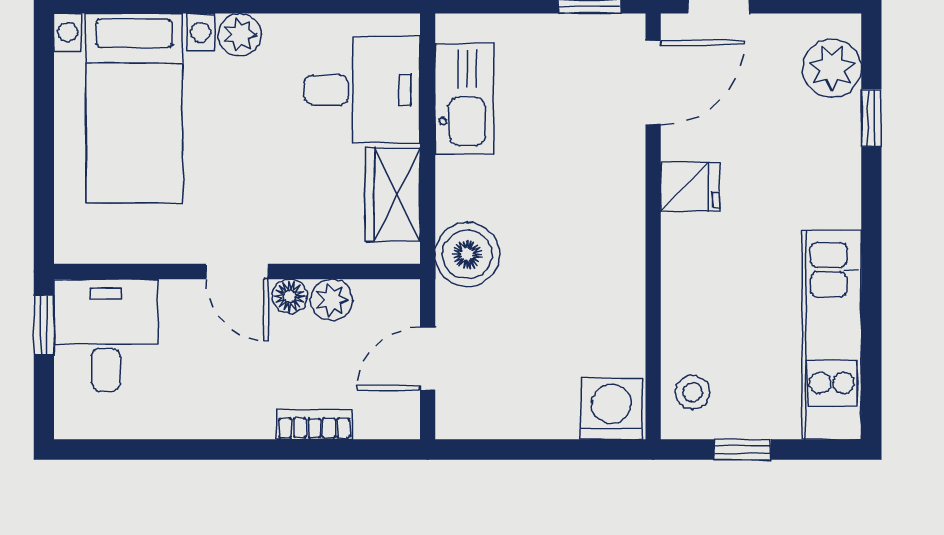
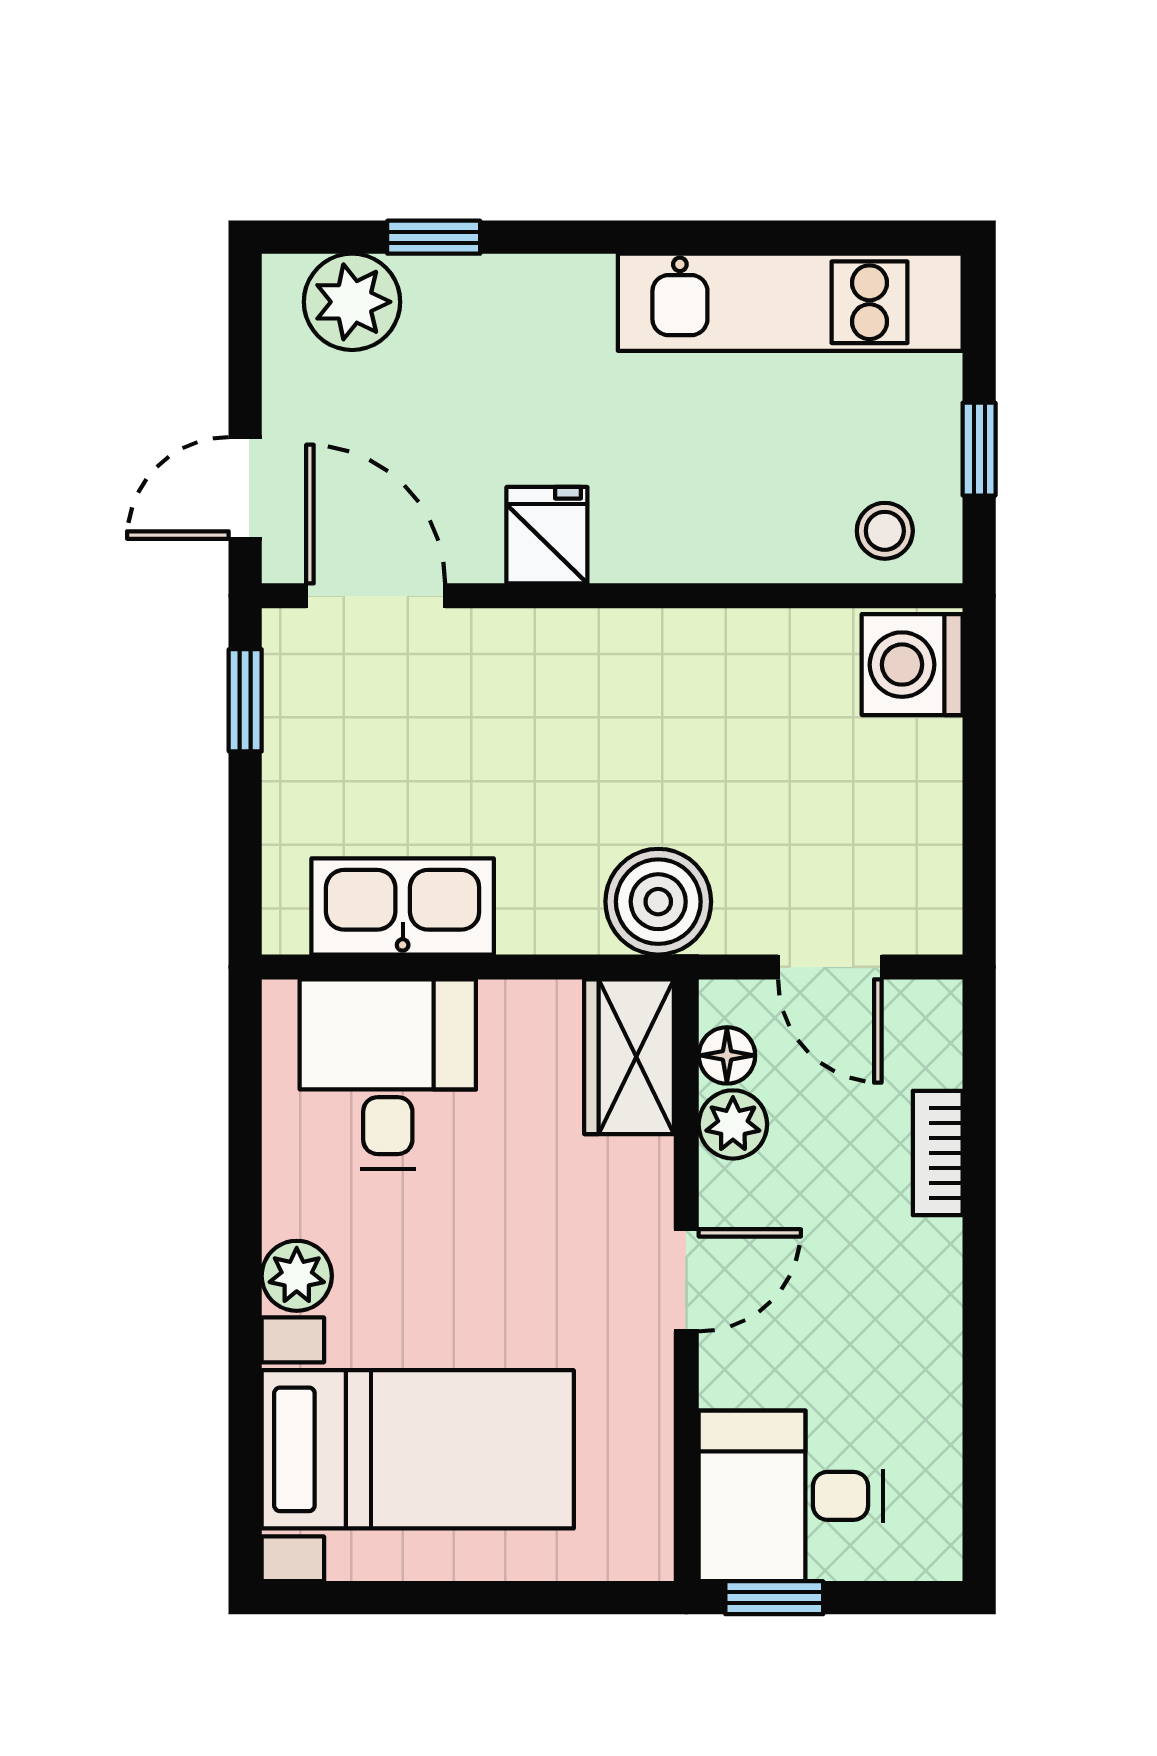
wardrobe: (393, 195) -> (629, 1057), moved, turned 90
floor lamp: (290, 296) -> (727, 1055), moved

